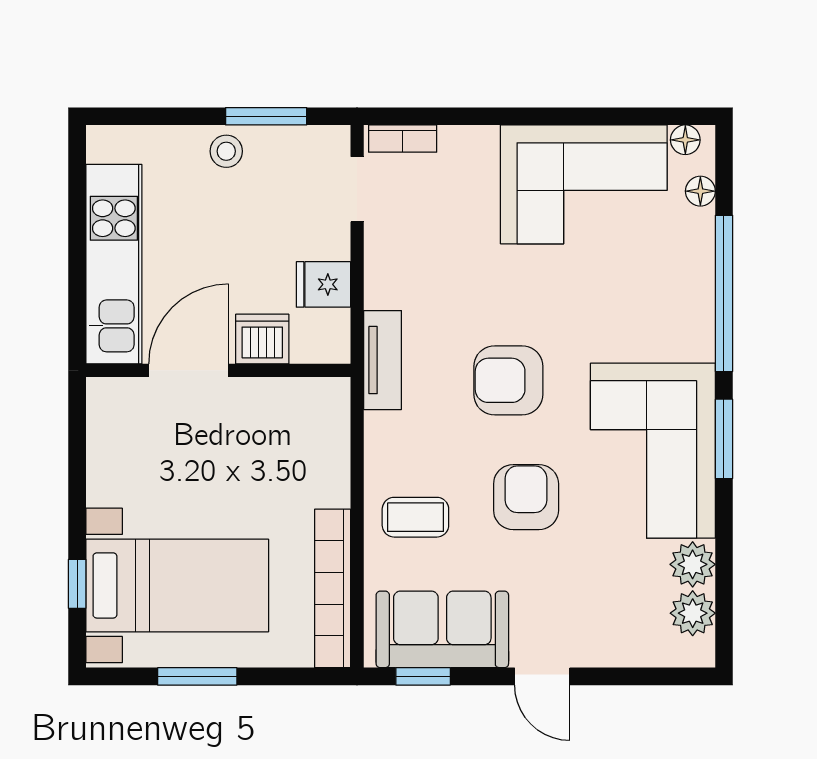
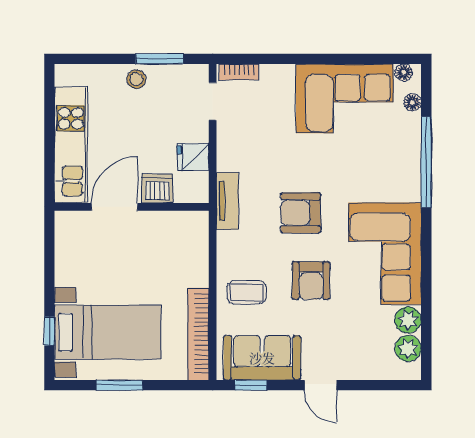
window: (724, 439) -> (426, 247), removed
armchair: (526, 497) -> (311, 281), turned 180

